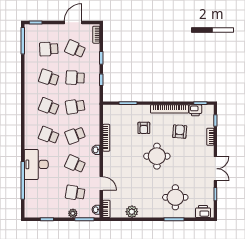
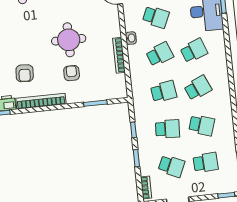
school desk: (49, 107) -> (198, 88), turned -45
school desk: (49, 135) -> (194, 51), turned -42
round table: (157, 156) -> (69, 40), moved

